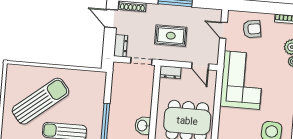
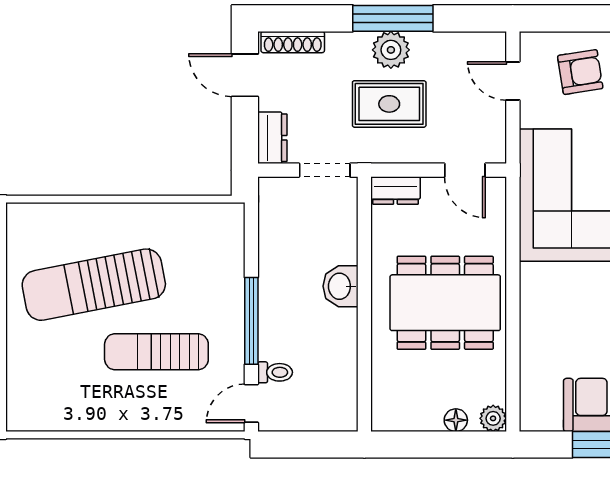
plant: (173, 13) -> (391, 50), added
sun lounger: (41, 101) -> (94, 285), turned -152
washbasin: (143, 126) -> (340, 286), moved

